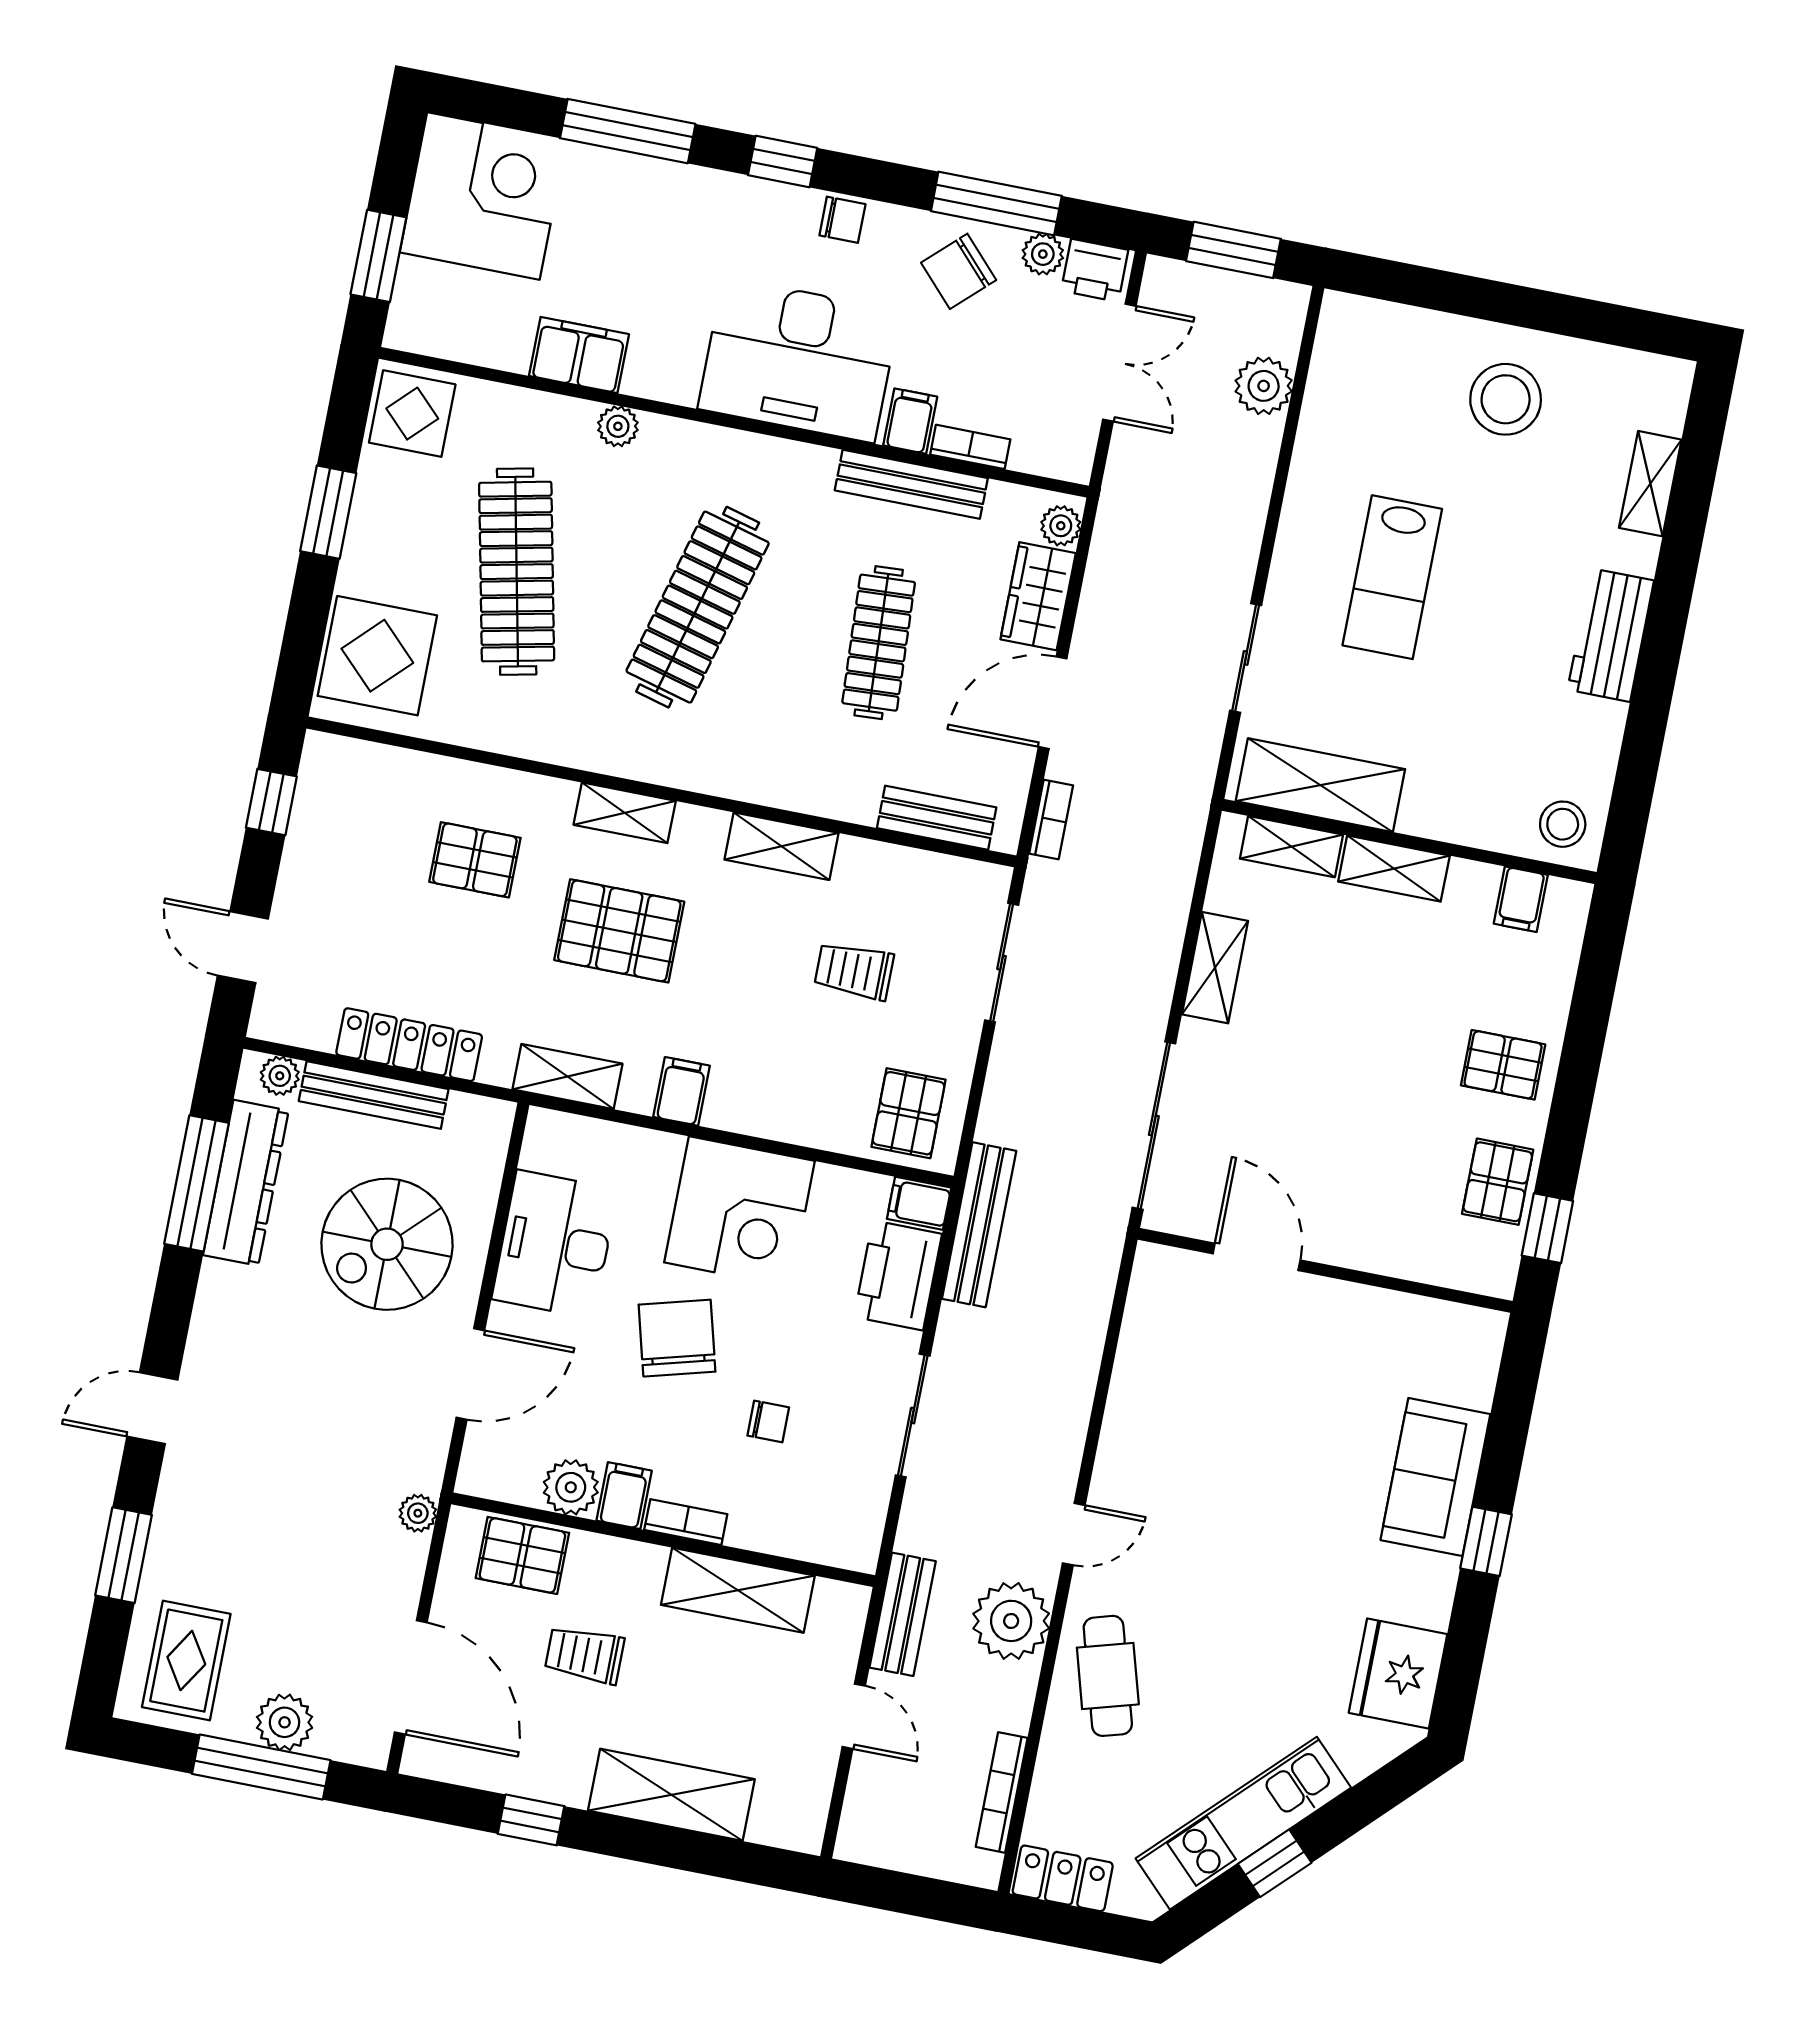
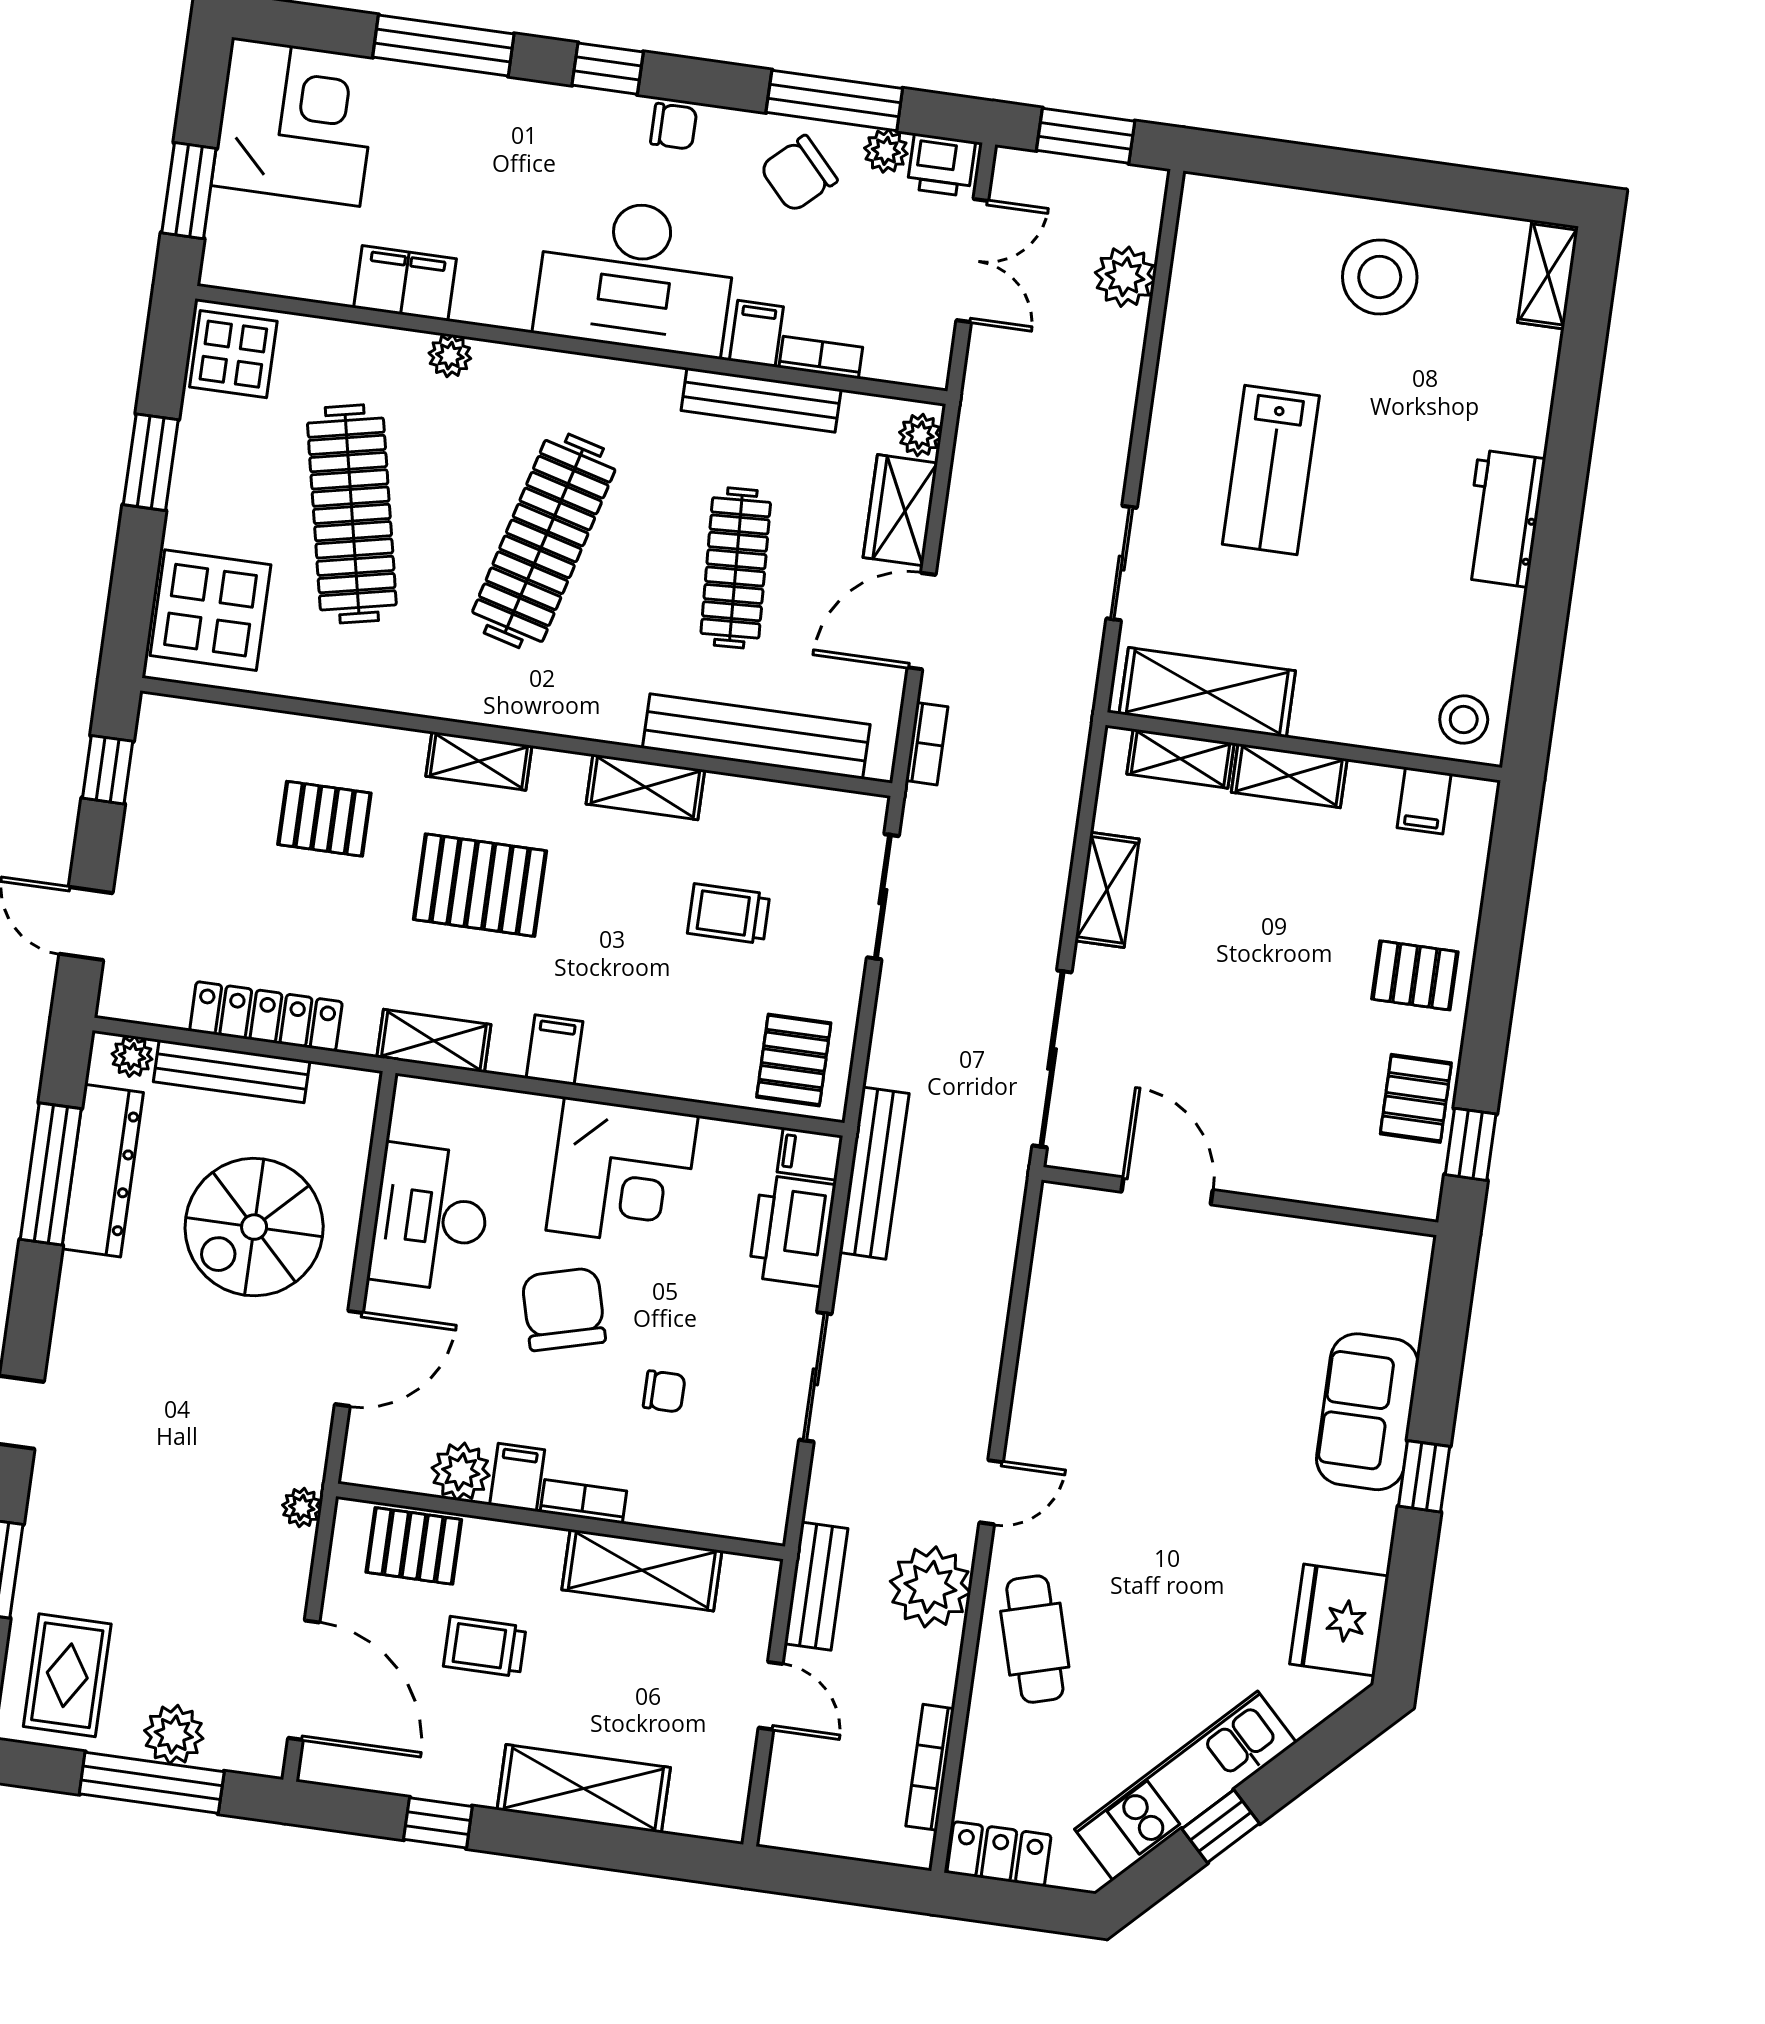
shelving: (1650, 484) -> (1548, 274), moved
bench: (937, 818) -> (756, 736), width x1.86, depth x1.21

